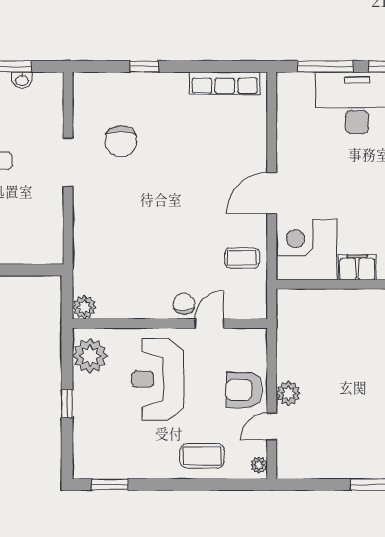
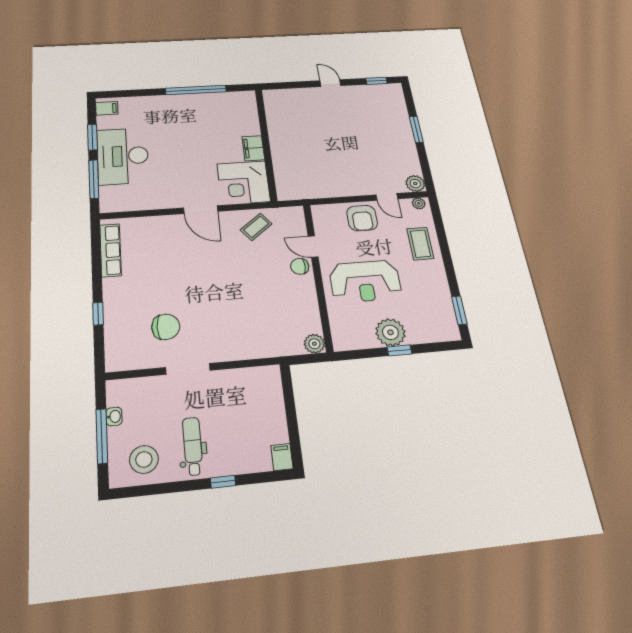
coffee table: (242, 258) -> (256, 227), turned 52
plant: (90, 356) -> (390, 332), moved
plant: (288, 393) -> (415, 184), moved

